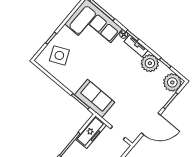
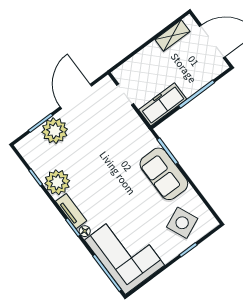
plant: (172, 82) -> (55, 131), moved
sofa: (95, 98) -> (164, 174), moved
door: (151, 124) -> (76, 96), hinge flipped

